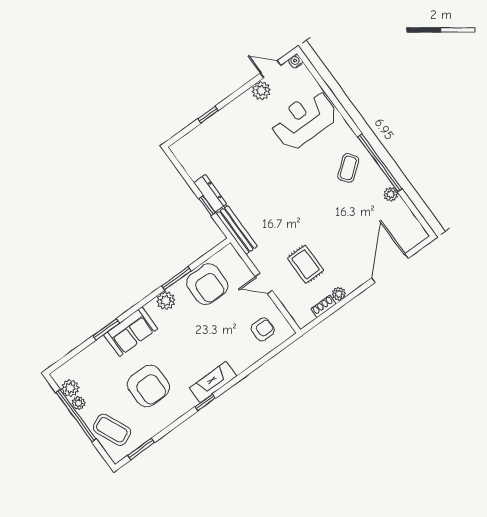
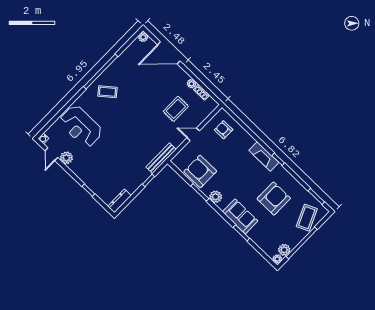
dresser: (210, 193) -> (119, 201), moved
plant: (391, 194) -> (143, 37), moved
armchair: (207, 284) -> (200, 171), turned -90
door: (264, 284) -> (193, 134), swing flipped
plant: (78, 403) -> (277, 259), moved

